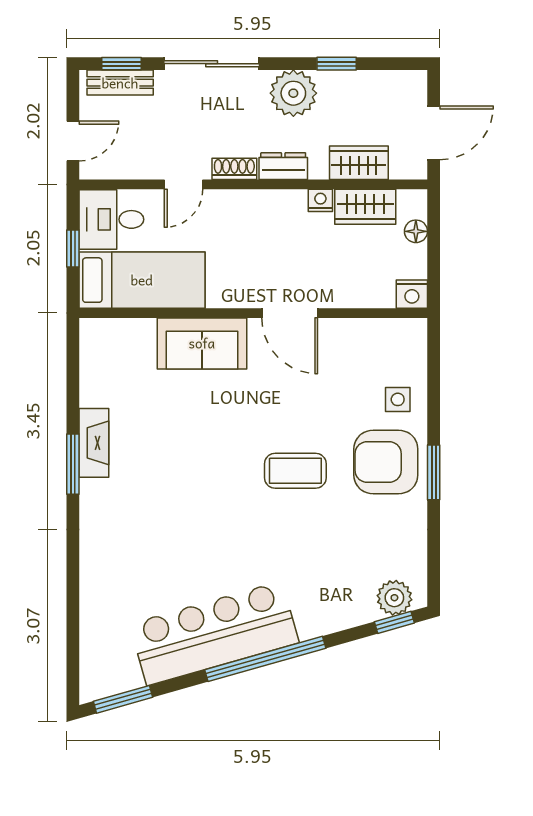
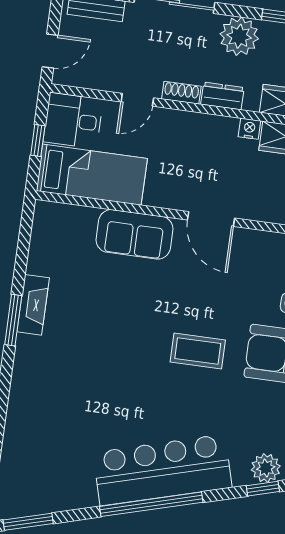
bar counter: (214, 633) -> (162, 470), moved

